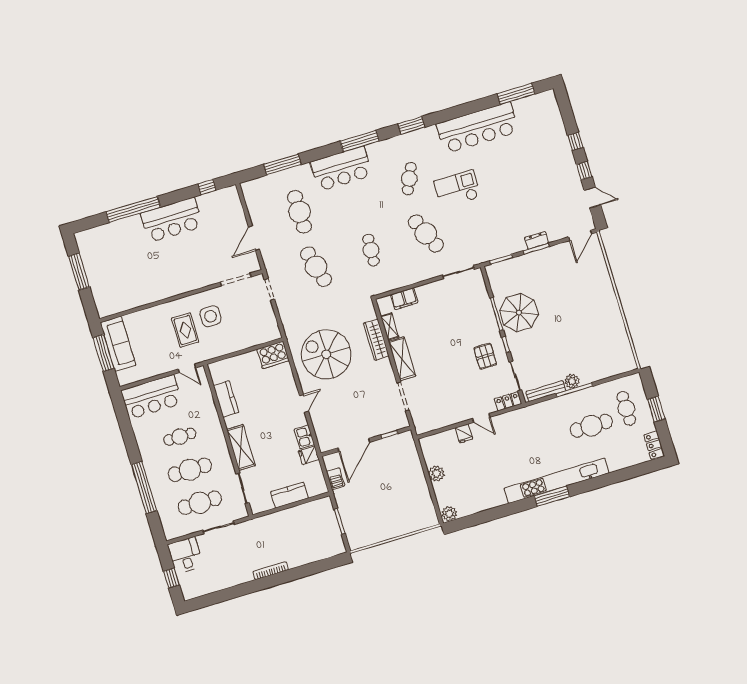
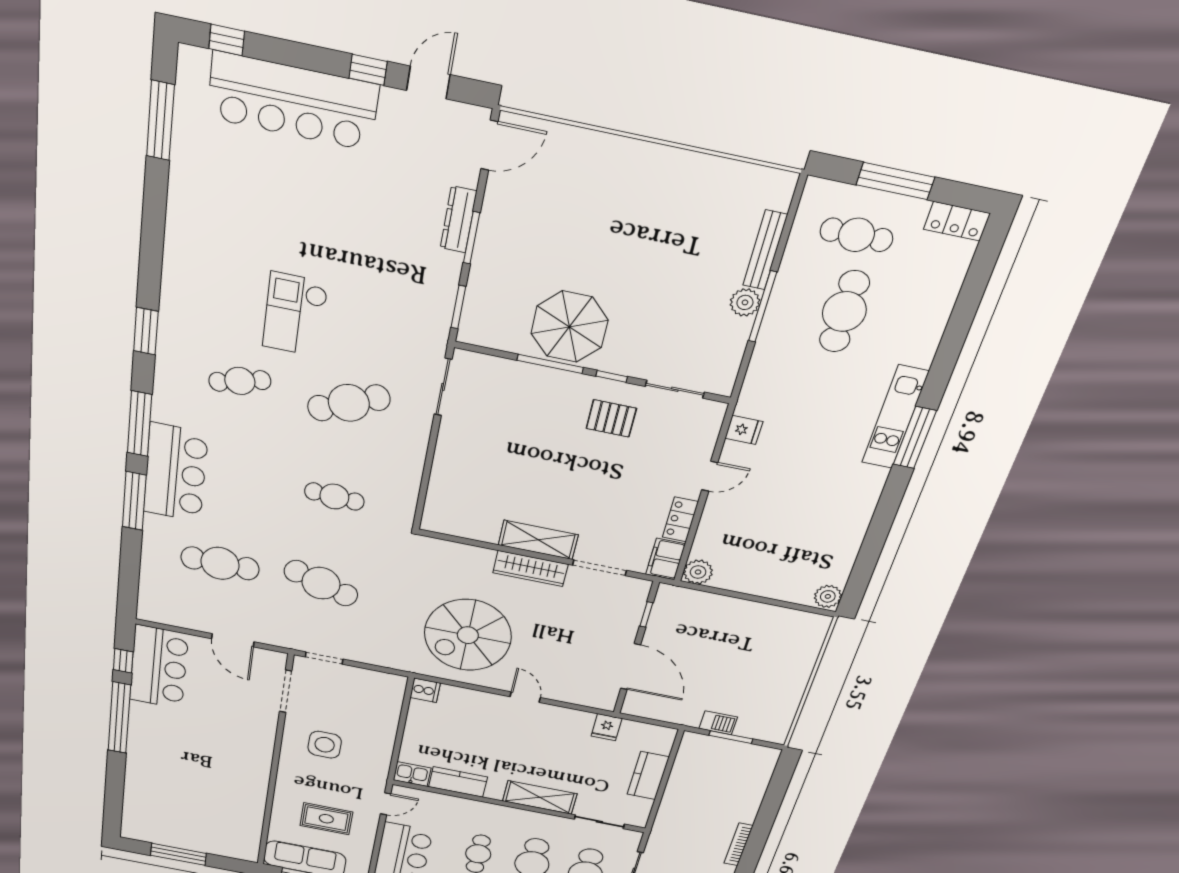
bar counter: (478, 128) -> (293, 101), moved, turned 90
window: (575, 141) -> (227, 40), moved
window: (282, 164) -> (134, 501), moved
cafe table: (409, 179) -> (240, 381), turned -39
window: (133, 209) -> (119, 718), moved
bar counter: (172, 220) -> (159, 667), moved
door: (580, 235) -> (489, 145), hinge flipped
dresser: (537, 240) -> (458, 220), width x1.44
cafe table: (316, 267) -> (321, 583), turned 33
filing cabinet: (404, 299) -> (666, 559), moved, turned 180
shelving: (390, 327) -> (476, 531), removed
rug: (185, 330) -> (326, 819), moved
wardrobe: (376, 340) -> (530, 569), moved
cooker: (273, 355) -> (425, 690), width x0.53, depth x0.76
bench: (546, 391) -> (765, 250), moved
locker: (508, 401) -> (680, 519), moved
window: (656, 409) -> (895, 181), width x1.44
fridge: (464, 433) -> (744, 430), moved
kitchen sink: (304, 437) -> (412, 774), moved, turned 180
plant: (436, 474) -> (698, 572), moved
barbecue: (335, 479) -> (718, 723), moved
kitchen unit: (556, 481) -> (895, 417), width x0.54

